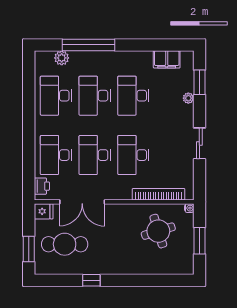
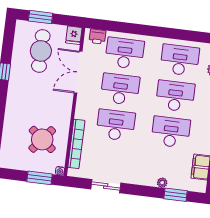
sliding door: (199, 143) -> (106, 186), moved
round table: (158, 231) -> (42, 139), turned -34
window: (199, 241) -> (39, 178), moved

